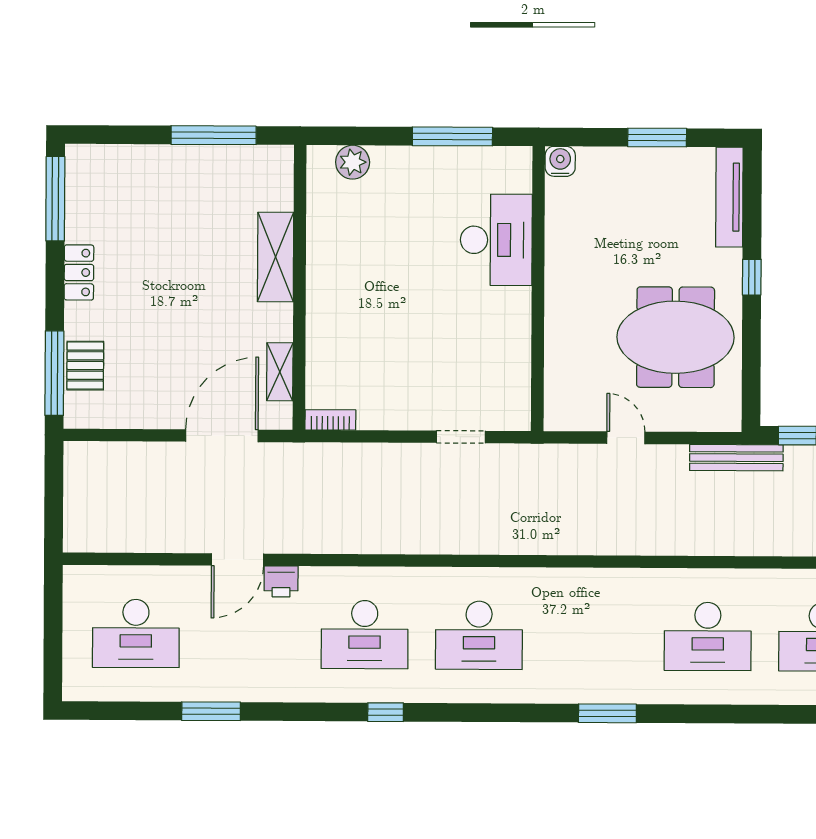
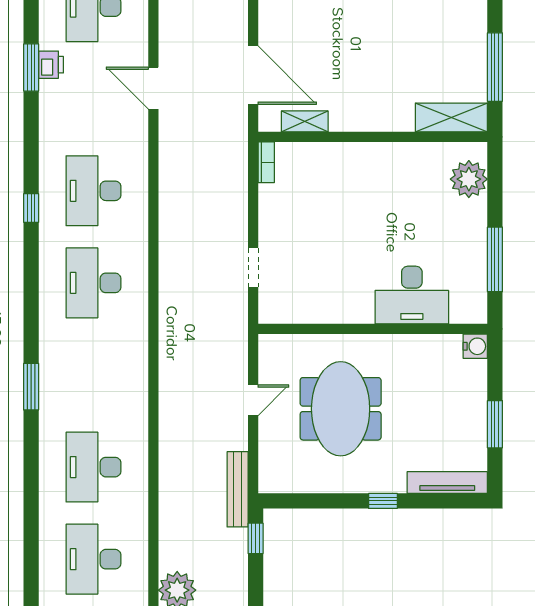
plant: (353, 162) -> (469, 179), width x1.36, depth x1.36
shelving: (276, 257) -> (451, 118), moved
meeting table: (676, 337) -> (341, 409), moved
printer: (281, 581) -> (51, 65), moved, turned 180

